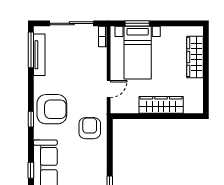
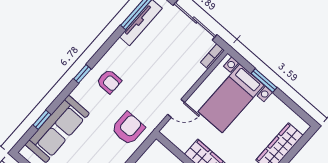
window: (137, 23) -> (264, 81), moved
armchair: (52, 109) -> (109, 81), width x0.53, depth x0.53

